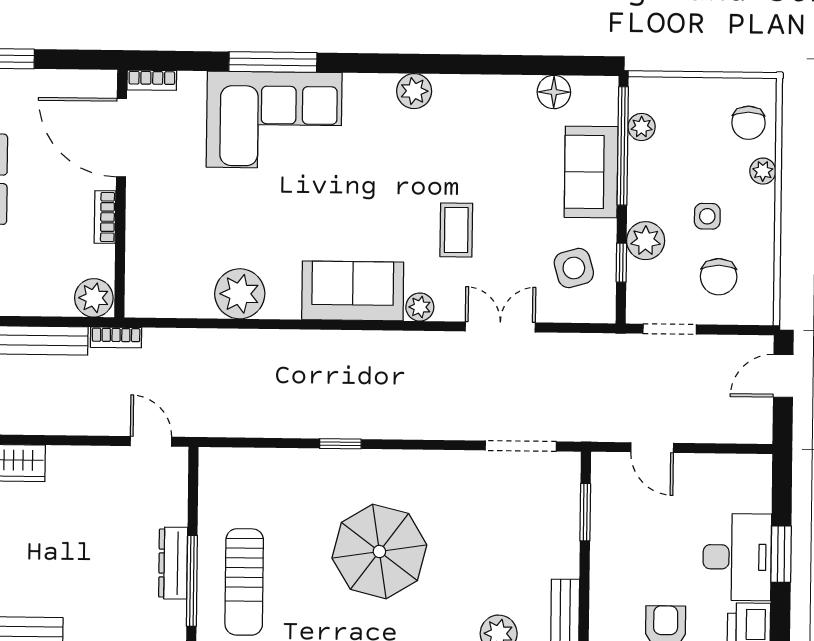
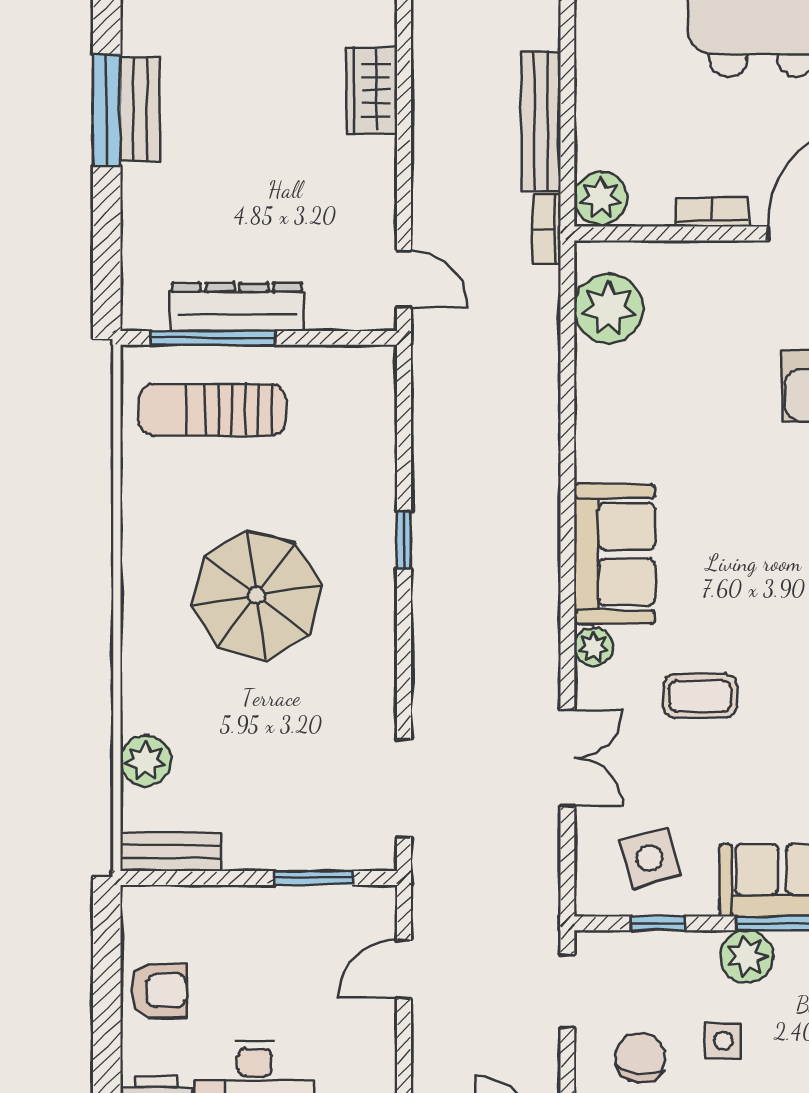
plant: (646, 241) -> (747, 956), moved
chair: (719, 277) -> (640, 1058), turned 98
plant: (240, 294) -> (609, 308), moved
door: (151, 441) -> (404, 279), hinge flipped
dresser: (173, 563) -> (237, 307), width x1.37, depth x1.24

